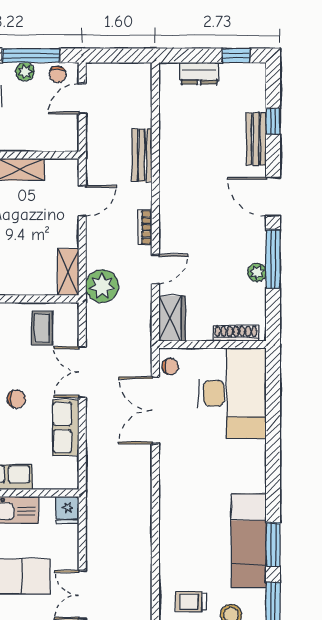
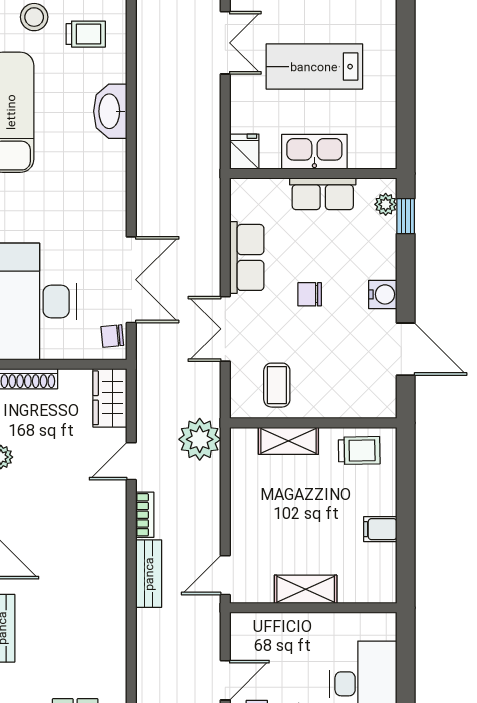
bench: (142, 155) -> (149, 574), moved
door: (82, 201) -> (225, 575), moved
shelving: (68, 272) -> (288, 441), moved, turned 90
double door: (82, 372) -> (225, 329), swing flipped
washbasin: (172, 541) -> (110, 111), added

